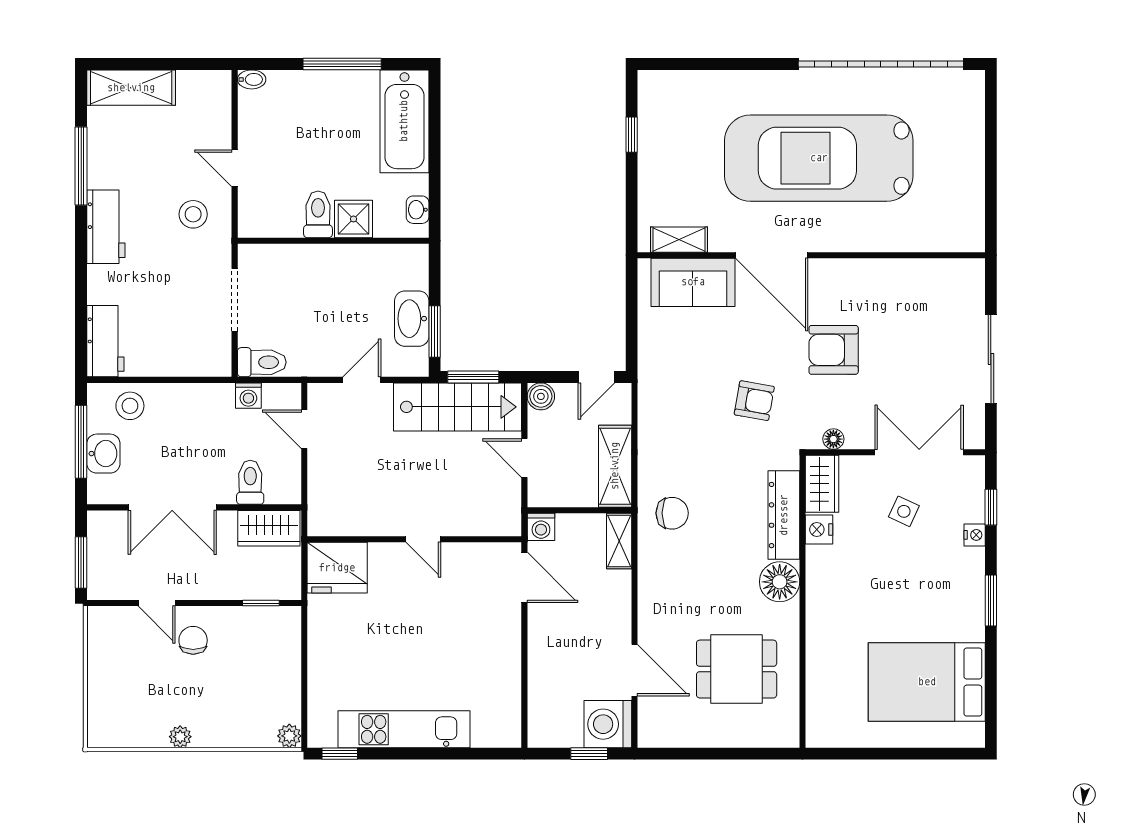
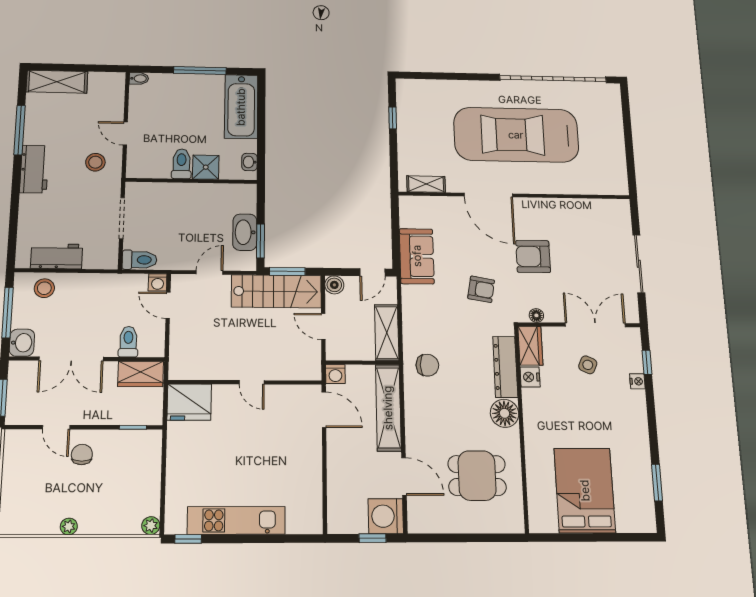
sofa: (693, 282) -> (417, 256), moved, turned -90
workbench: (105, 341) -> (57, 256), moved, turned -90
washing machine: (248, 396) -> (158, 282), moved
washbasin: (103, 454) -> (22, 343), moved
shelving: (619, 541) -> (388, 408), width x2.20, depth x1.33
window: (991, 601) -> (657, 483), moved
bed: (927, 682) -> (585, 490), moved, turned 90

